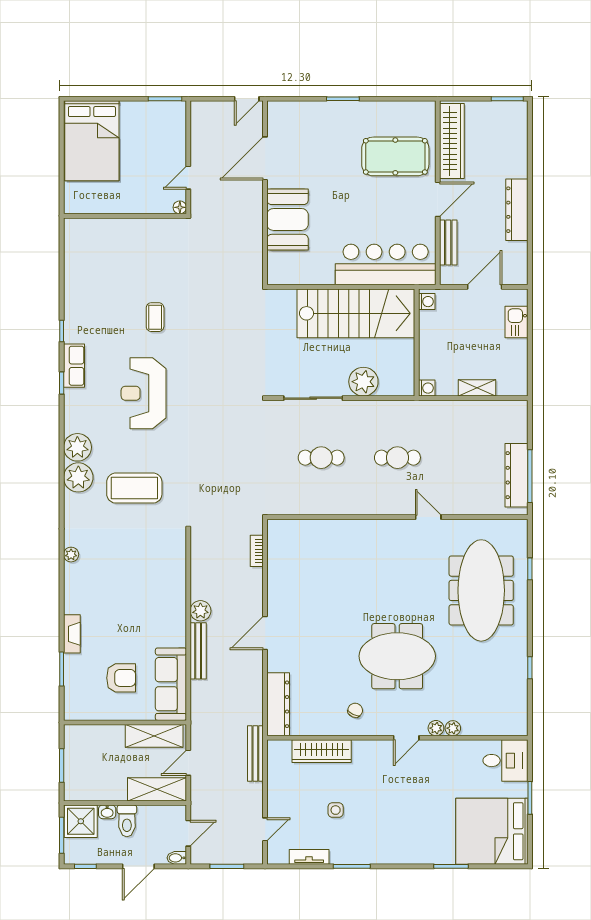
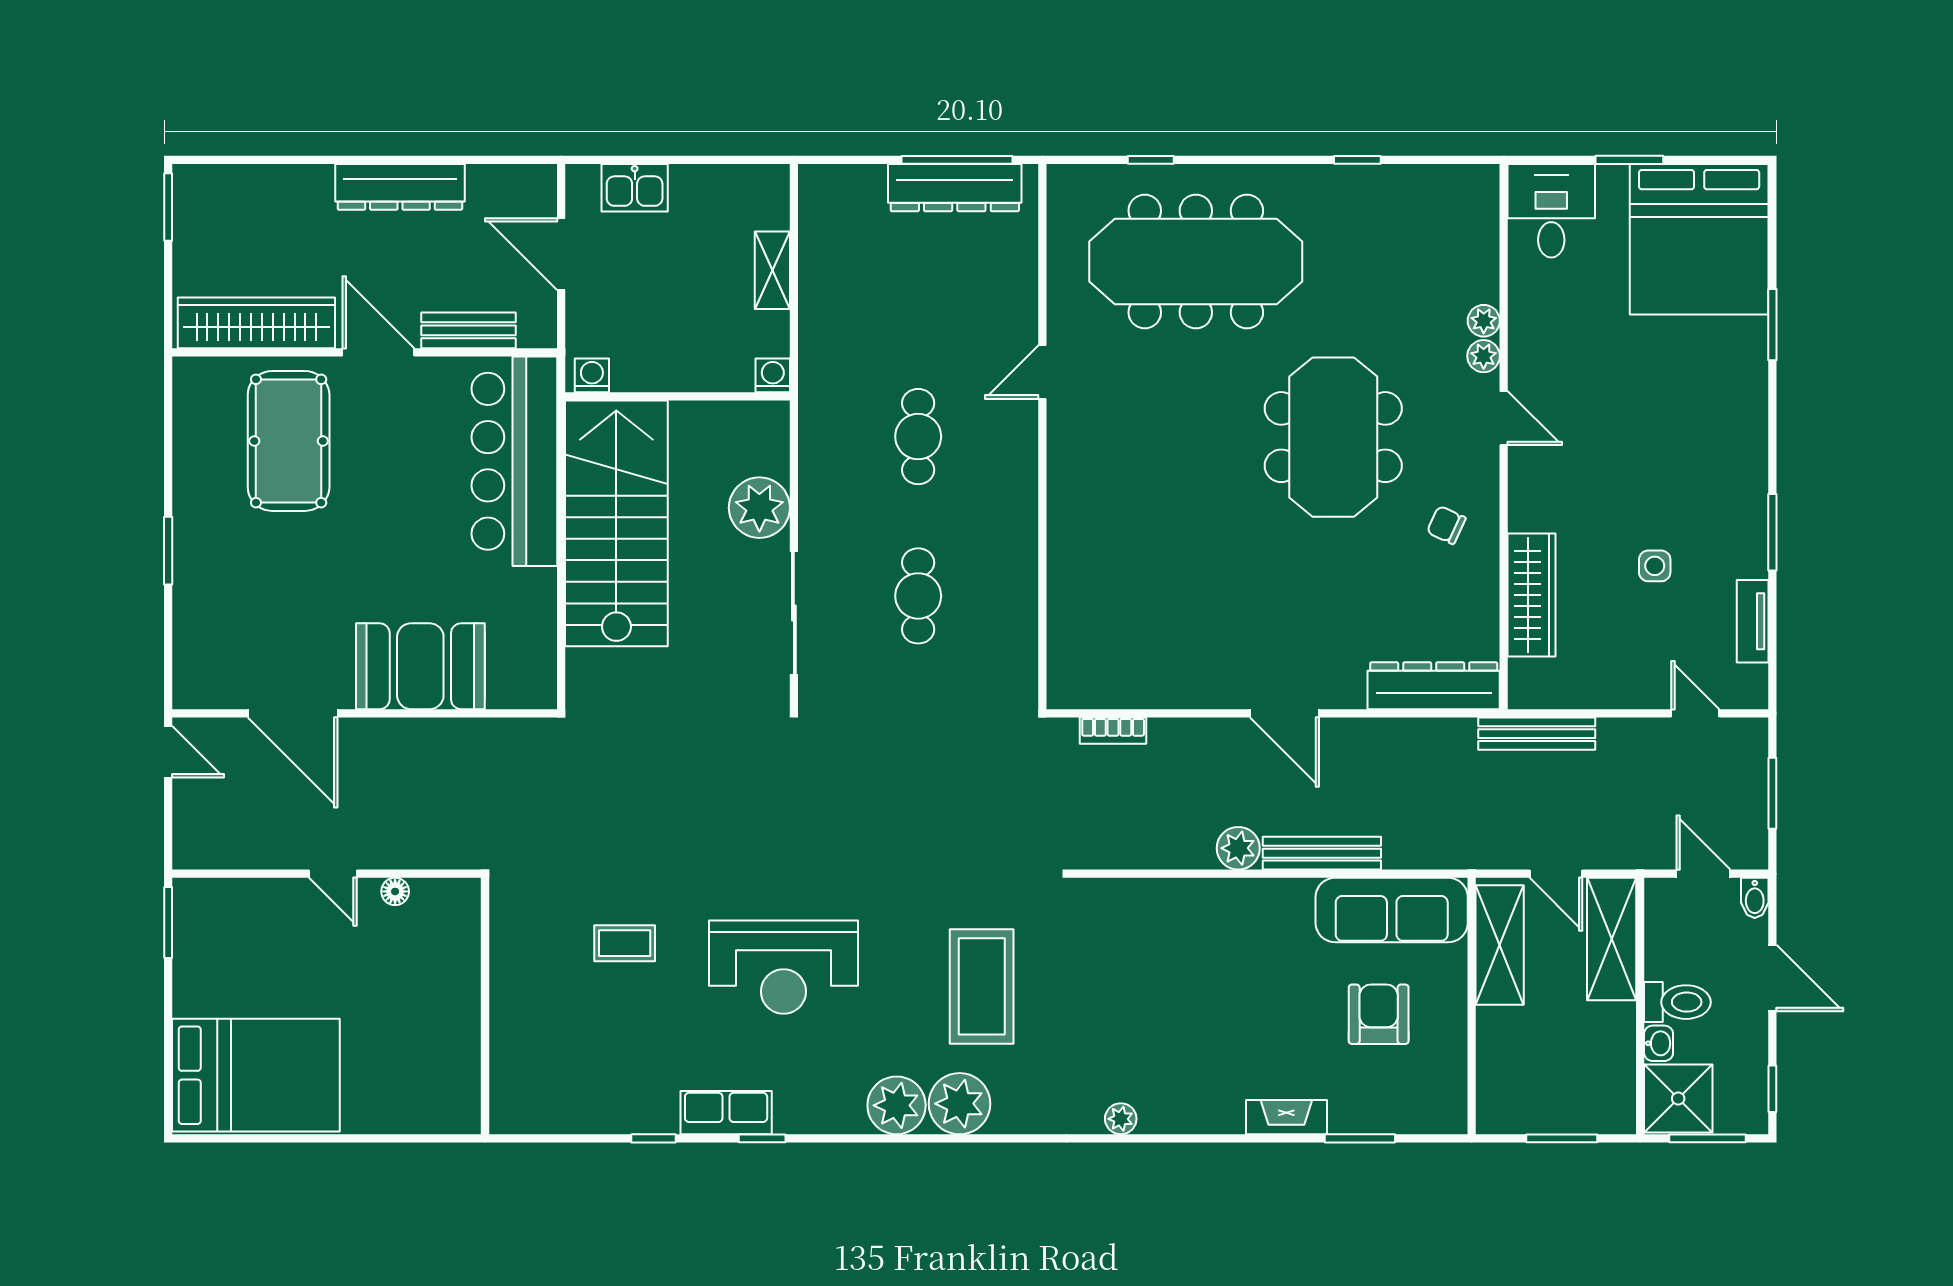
wall: (125, 216) -> (485, 1006), moved

